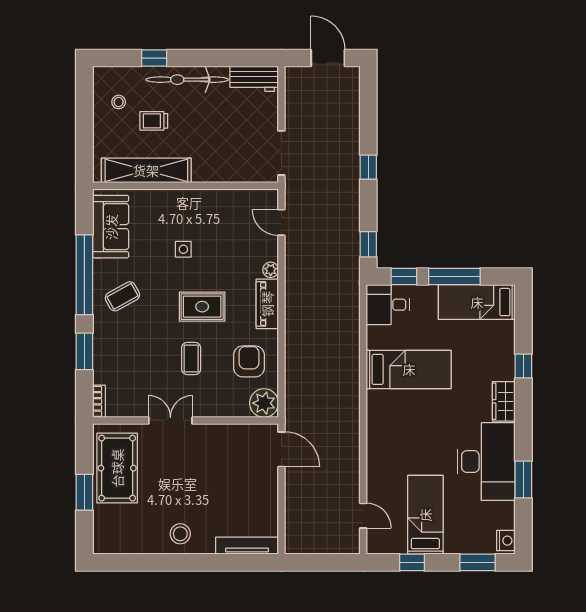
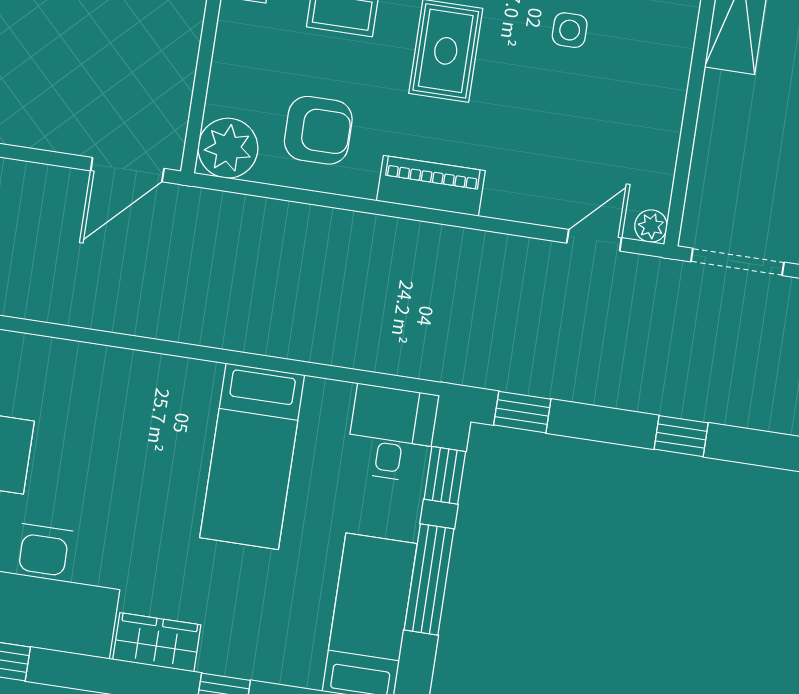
plant: (271, 270) -> (651, 226), moved

